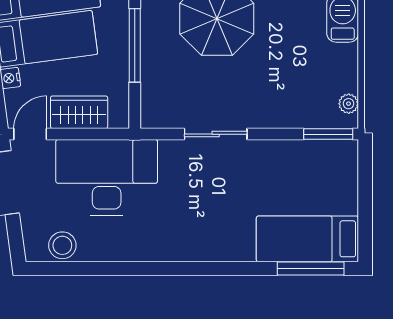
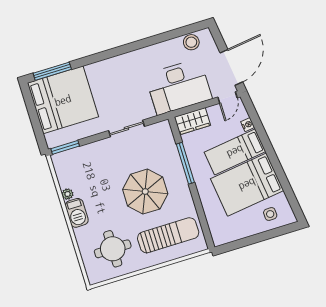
plant: (349, 104) -> (67, 194), moved
wardrobe: (79, 112) -> (192, 121), moved
bed: (307, 239) -> (63, 100), width x2.04

